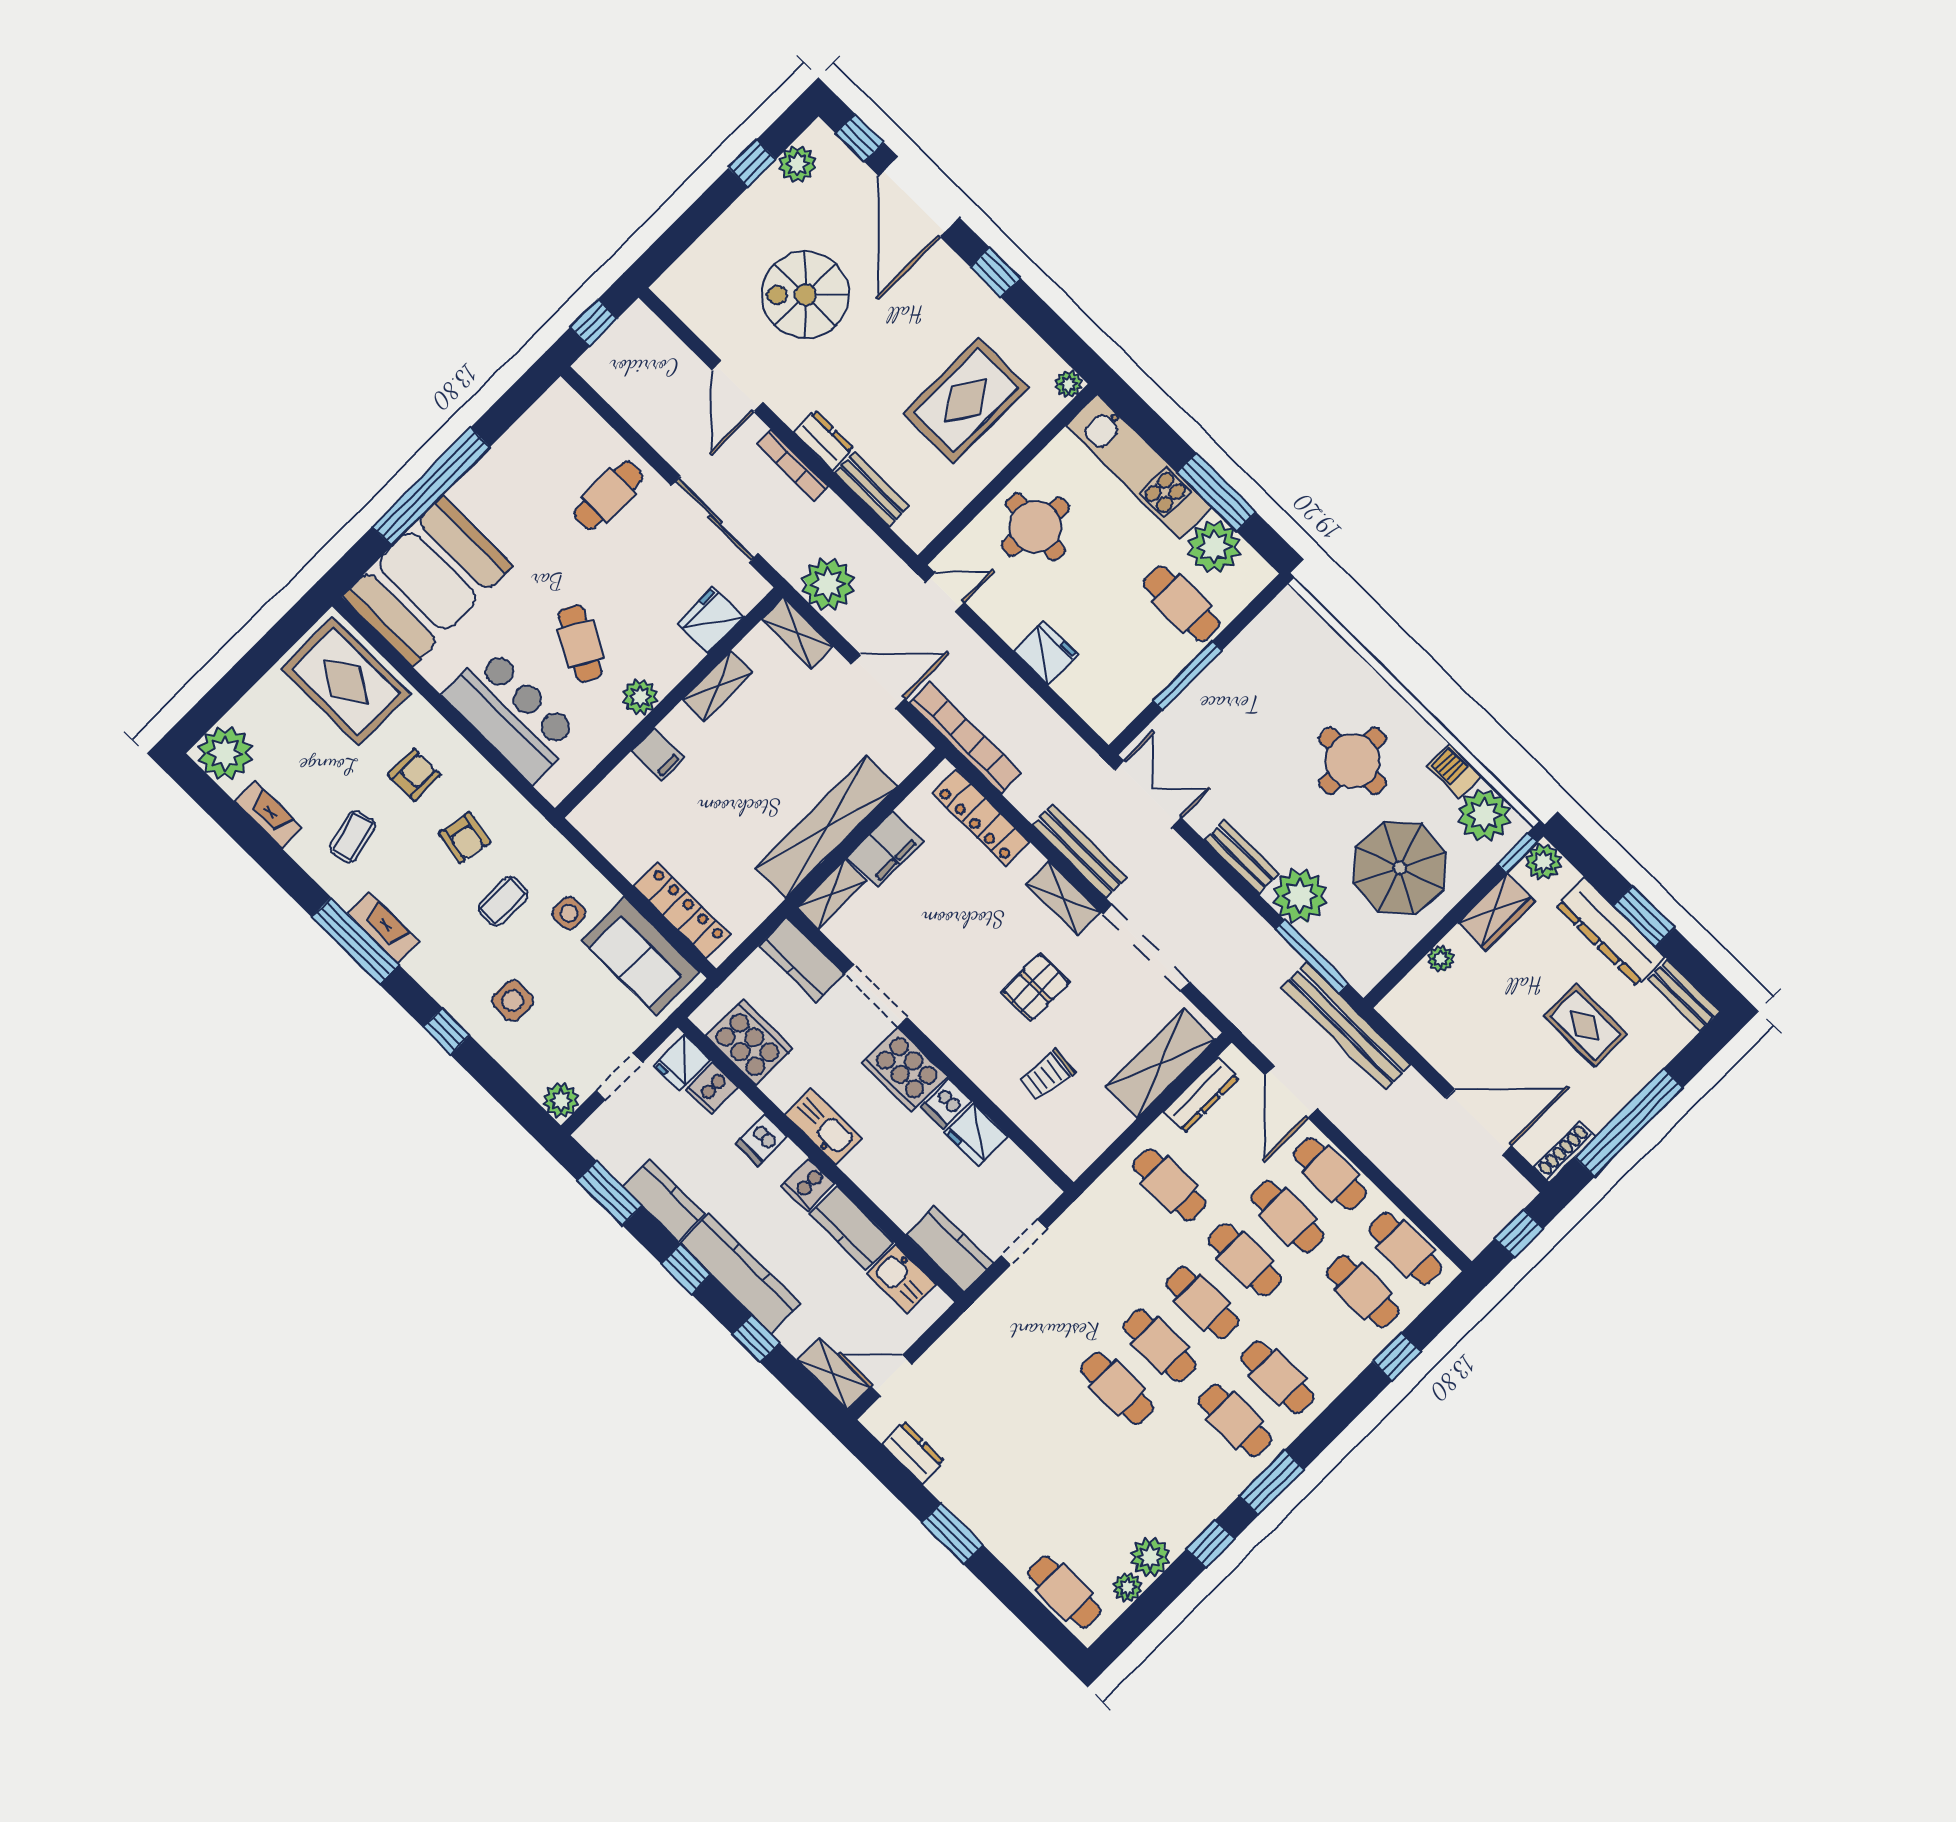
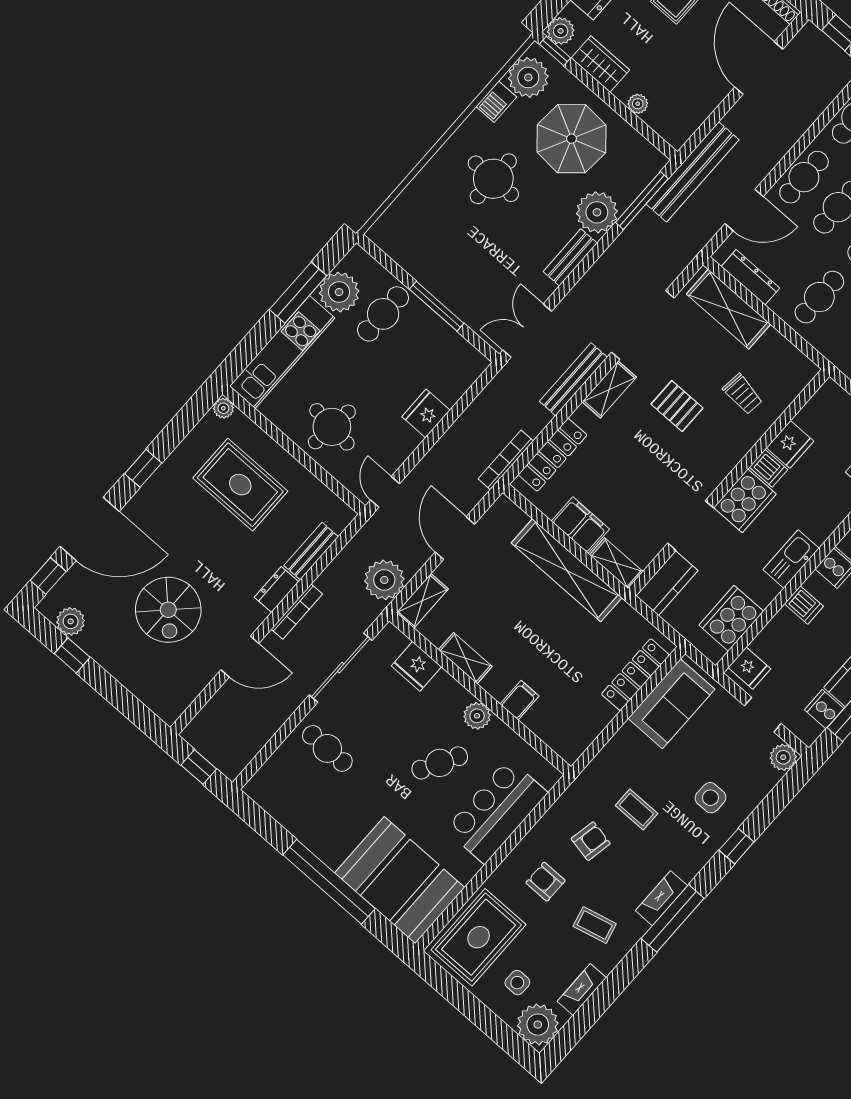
bookcase: (966, 738) -> (506, 460), width x0.68, depth x0.76
side table: (569, 913) -> (517, 983), moved
cooker: (712, 1088) -> (824, 709), moved, turned 180

